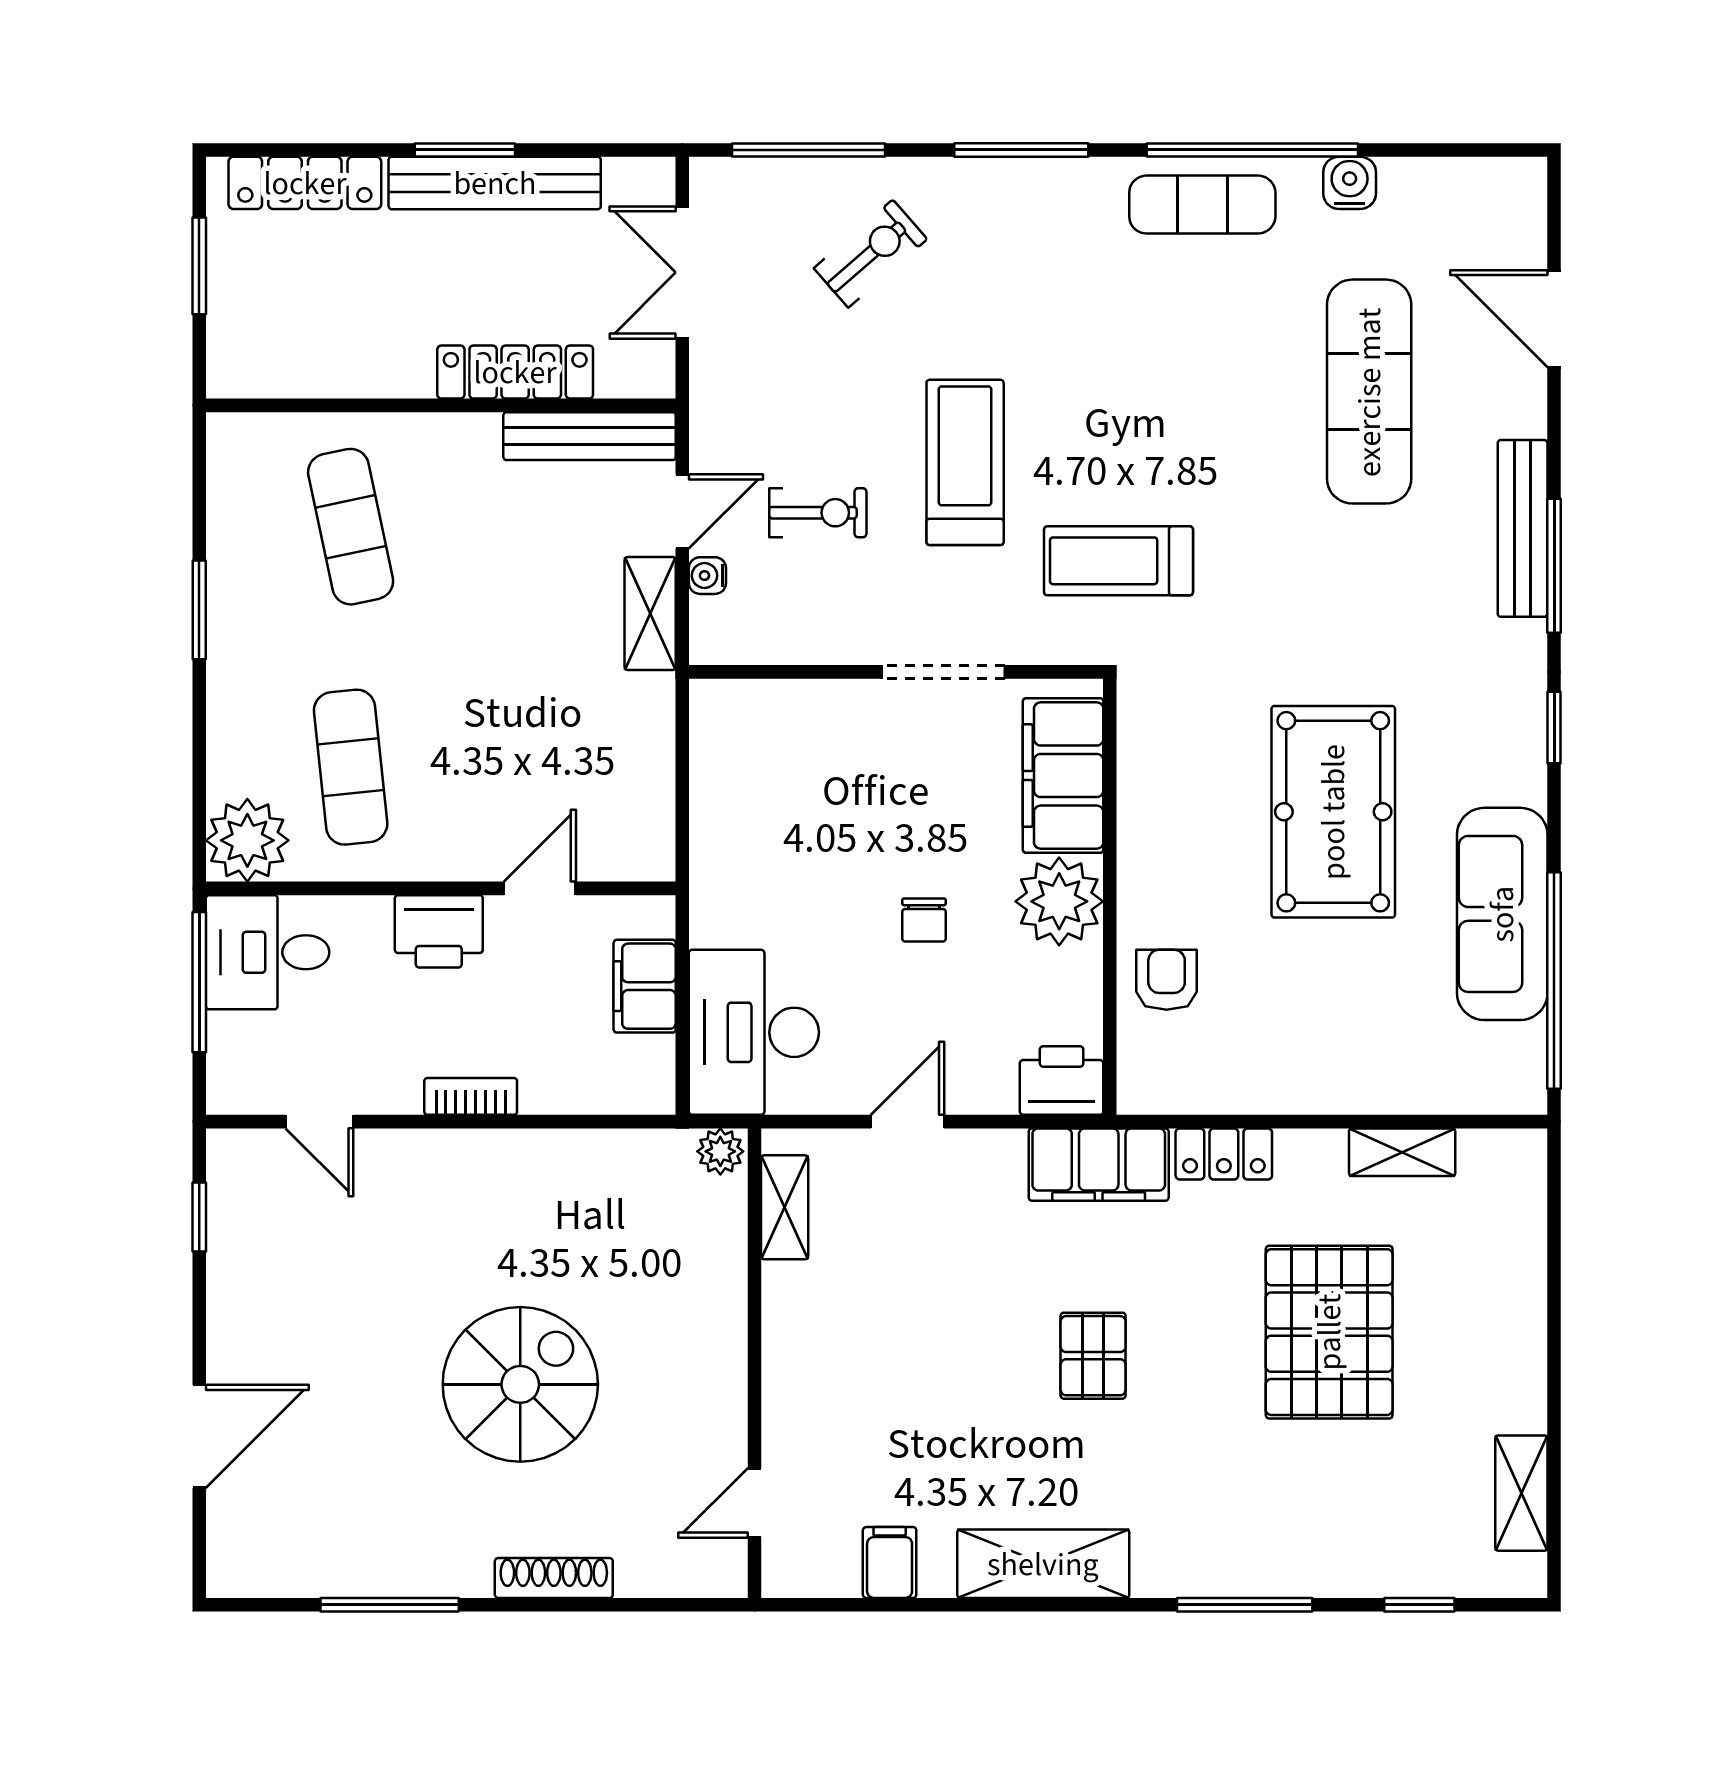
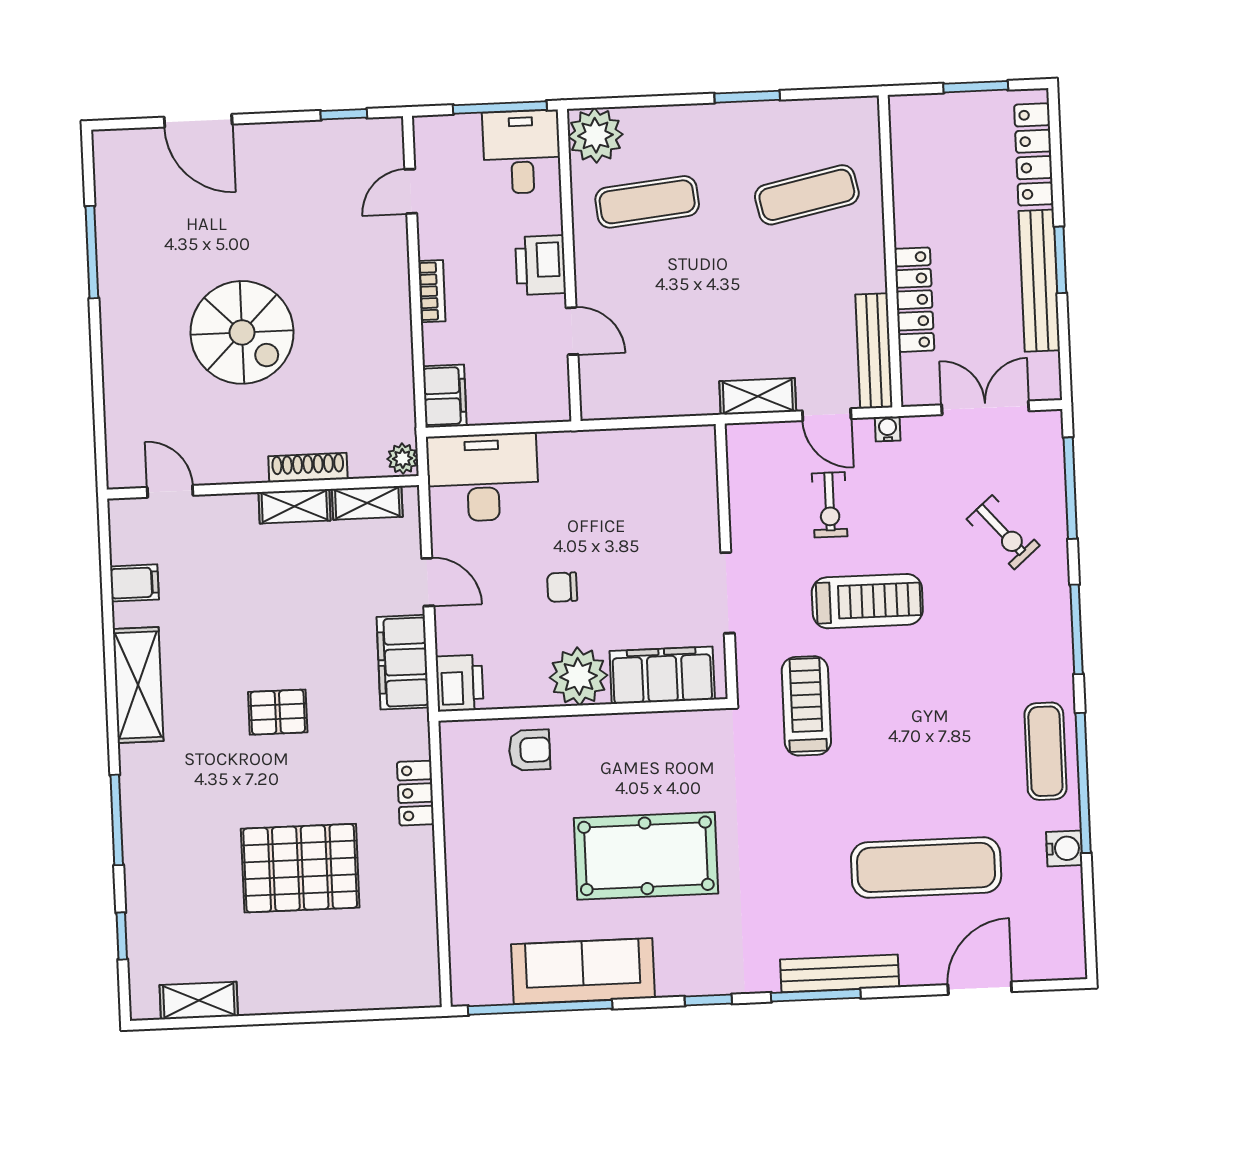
water cooler: (707, 576) -> (888, 429), moved
filing cabinet: (645, 986) -> (445, 396), moved, turned 90
shelving: (1402, 1152) -> (294, 506), moved, turned 90
filing cabinet: (1099, 1165) -> (403, 662), moved
shoe rack: (554, 1578) -> (308, 468), moved, turned -90

